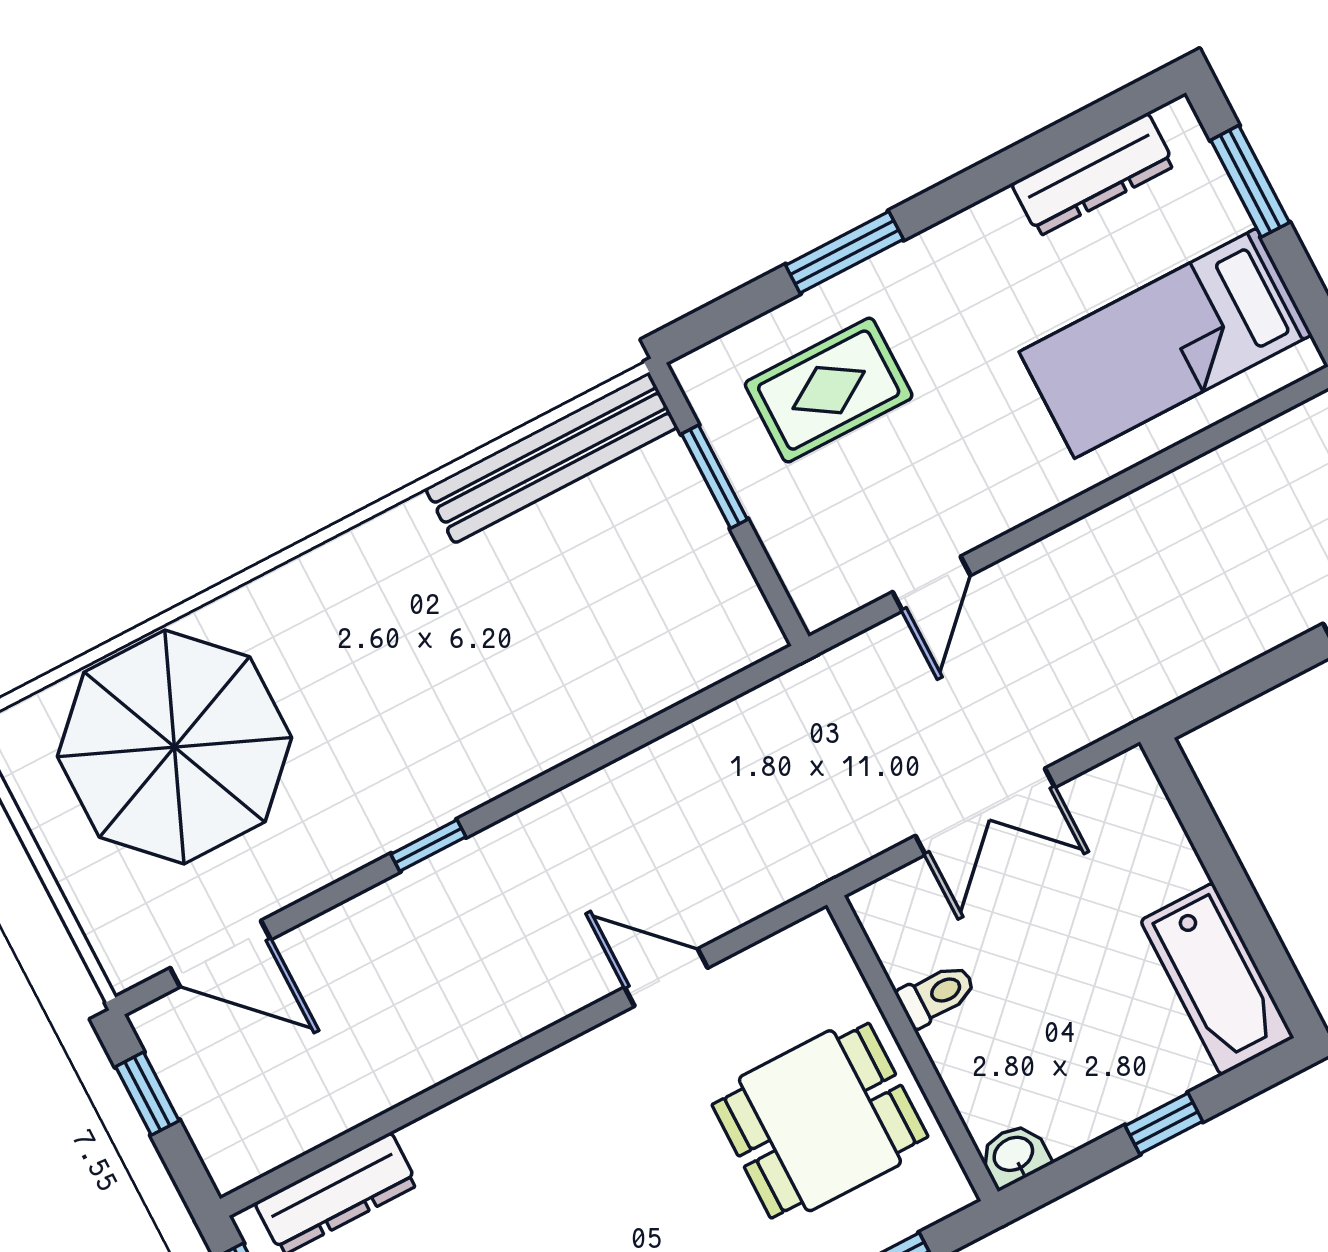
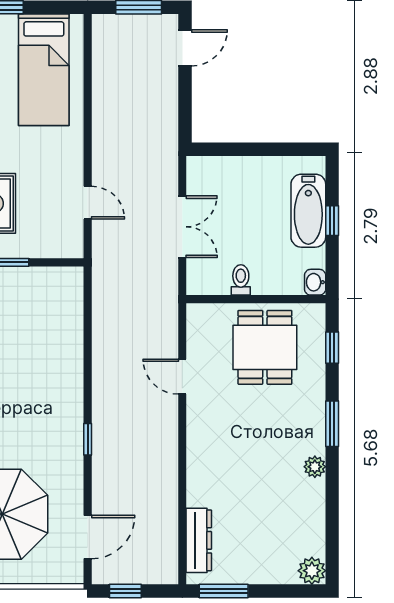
door: (666, 977) -> (182, 377), hinge flipped
bathtub: (1217, 979) -> (308, 211), moved, turned 90

